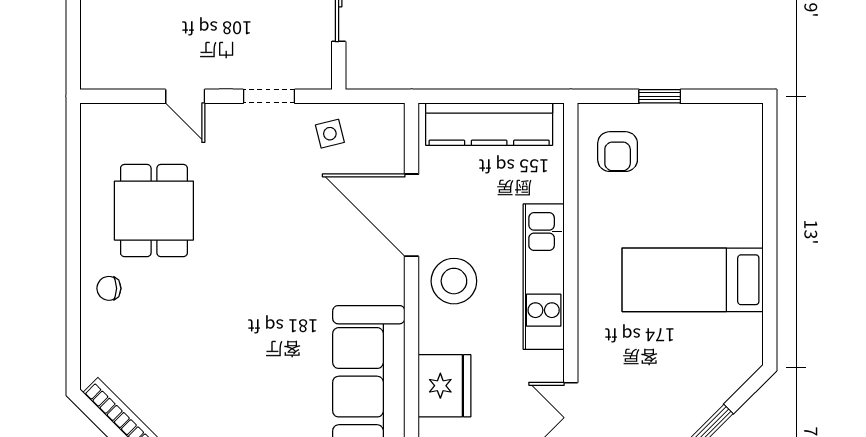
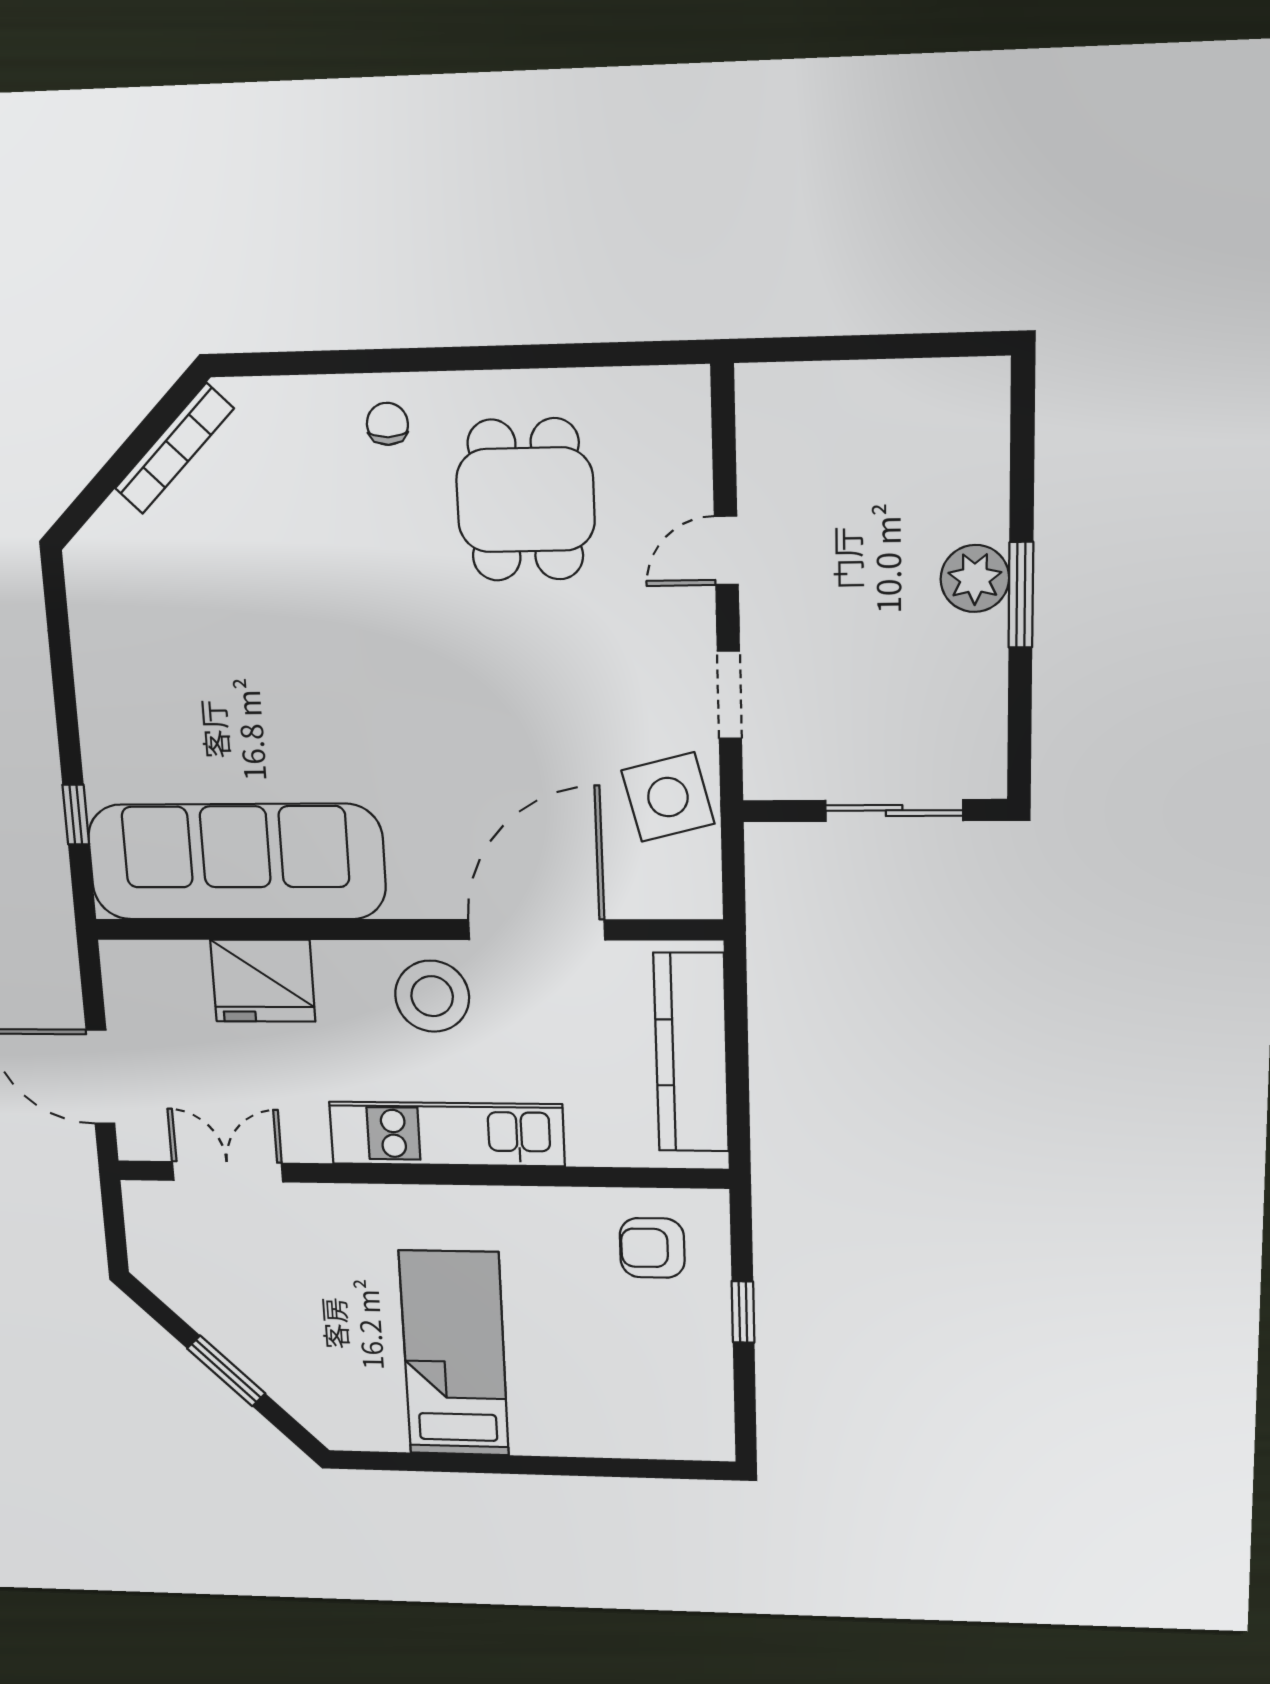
side table: (330, 134) -> (668, 797), width x1.87, depth x1.87
dining table: (154, 211) -> (525, 500), turned 90

